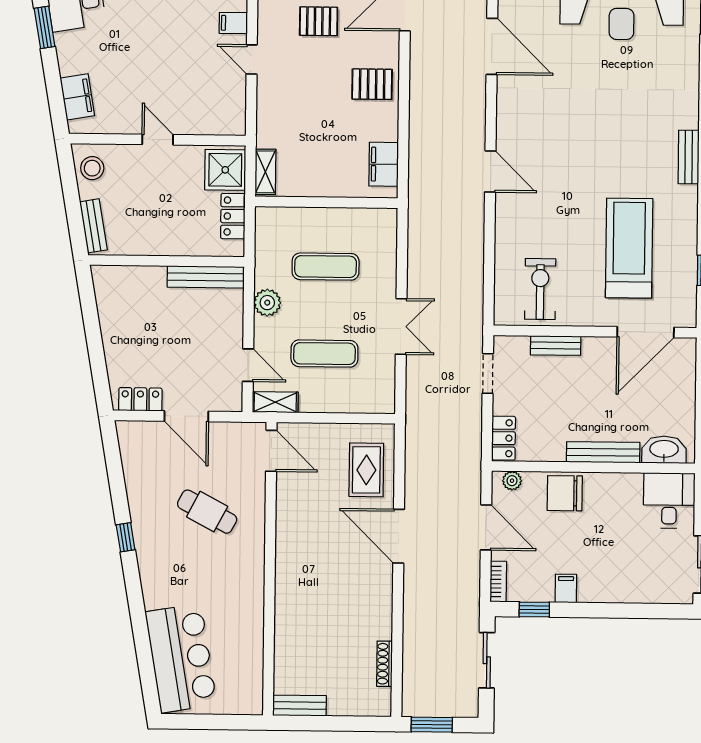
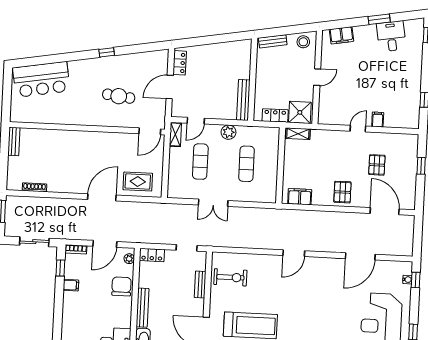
cafe table: (207, 512) -> (119, 96), turned 69

